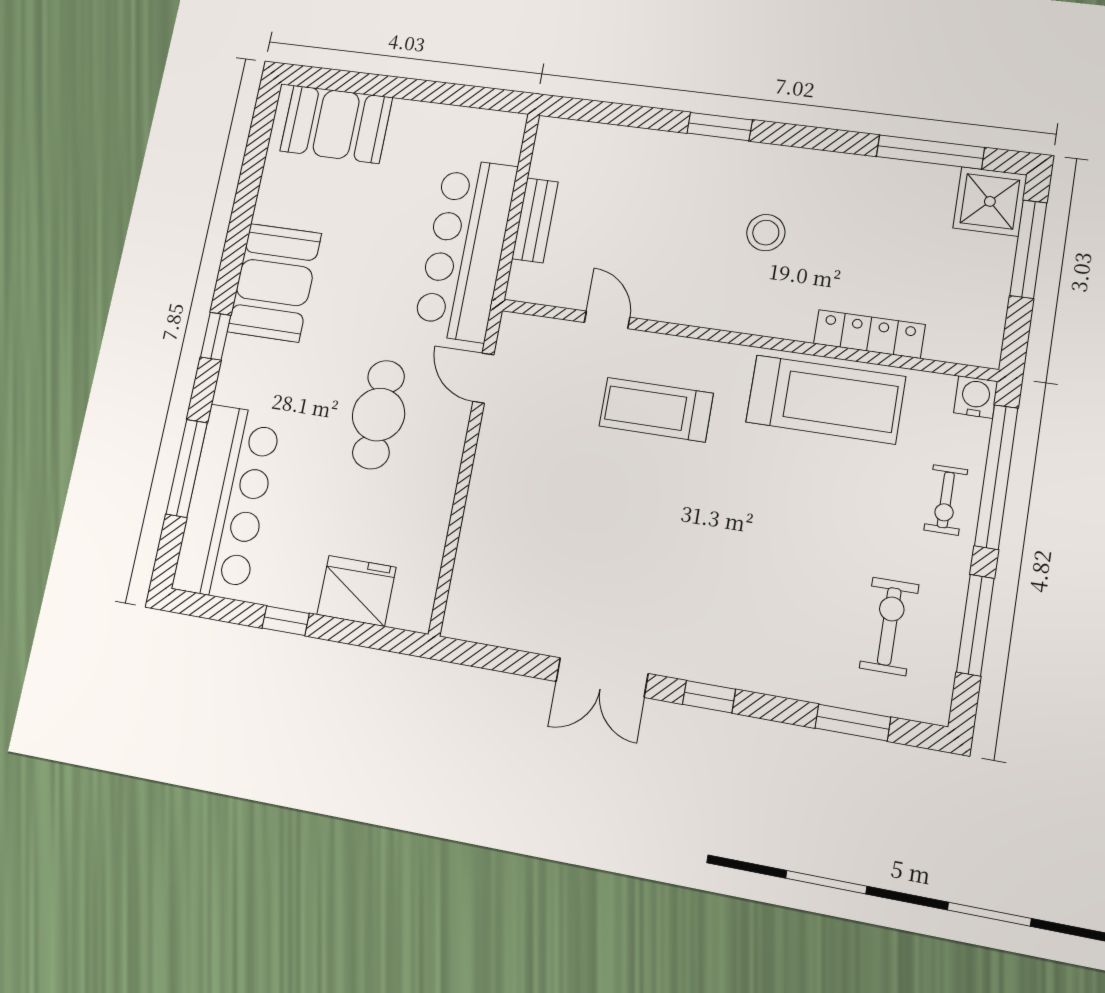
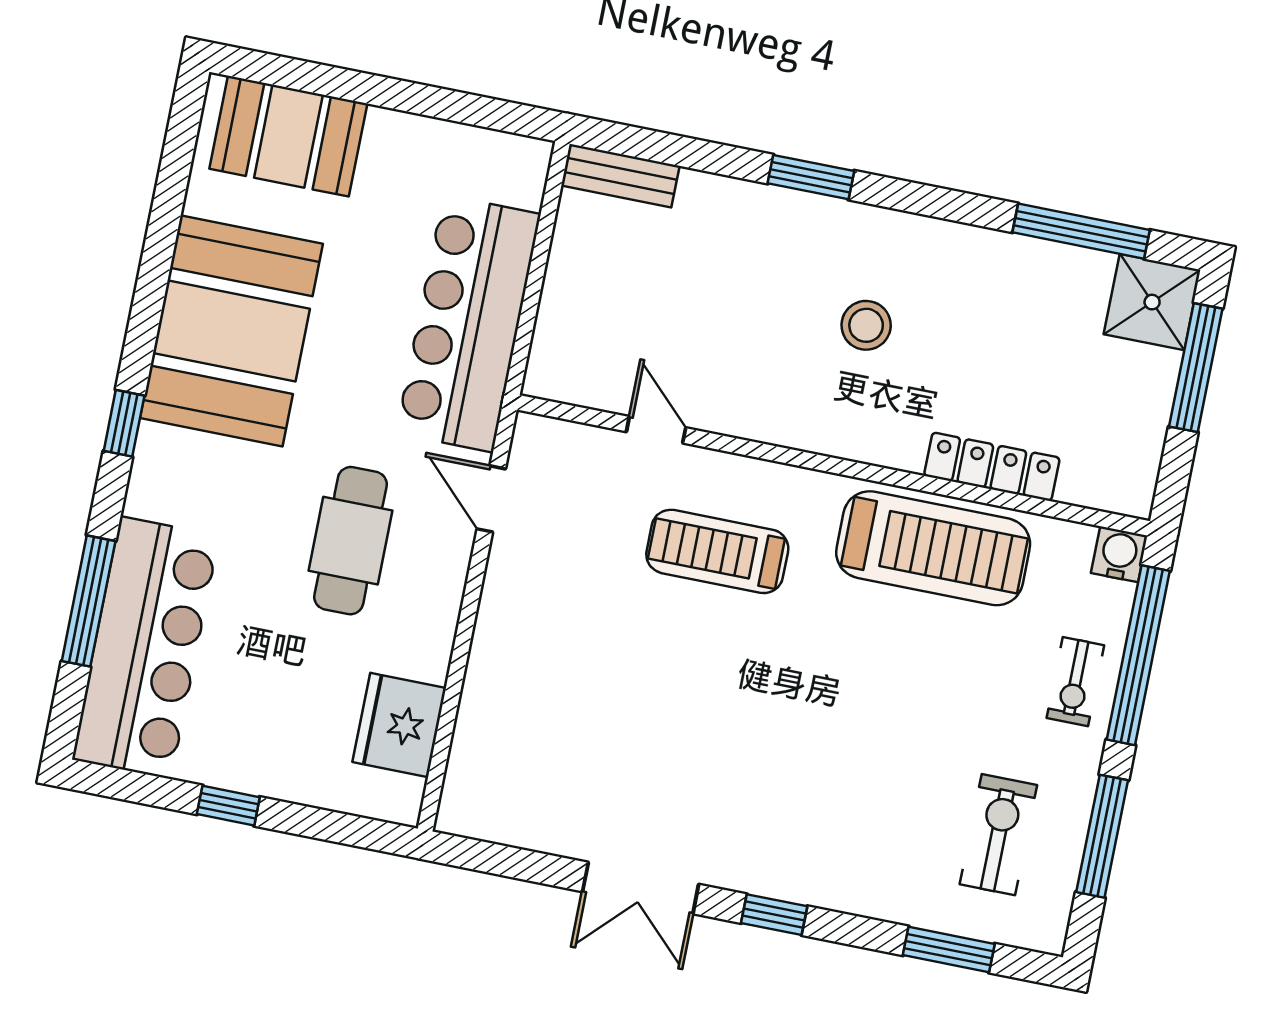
bench: (535, 220) -> (620, 176), moved, turned 90
booth: (274, 283) -> (231, 331), width x1.36, depth x1.42
fridge: (356, 591) -> (399, 725), moved, turned -90

